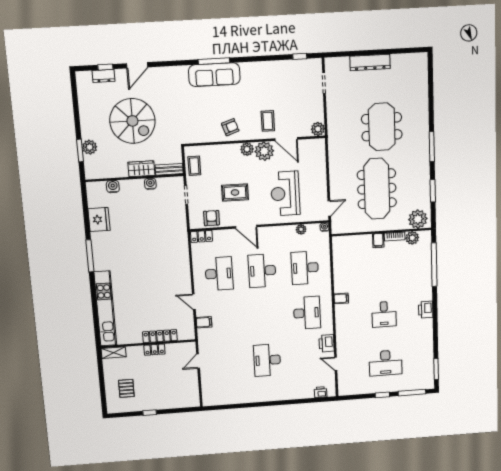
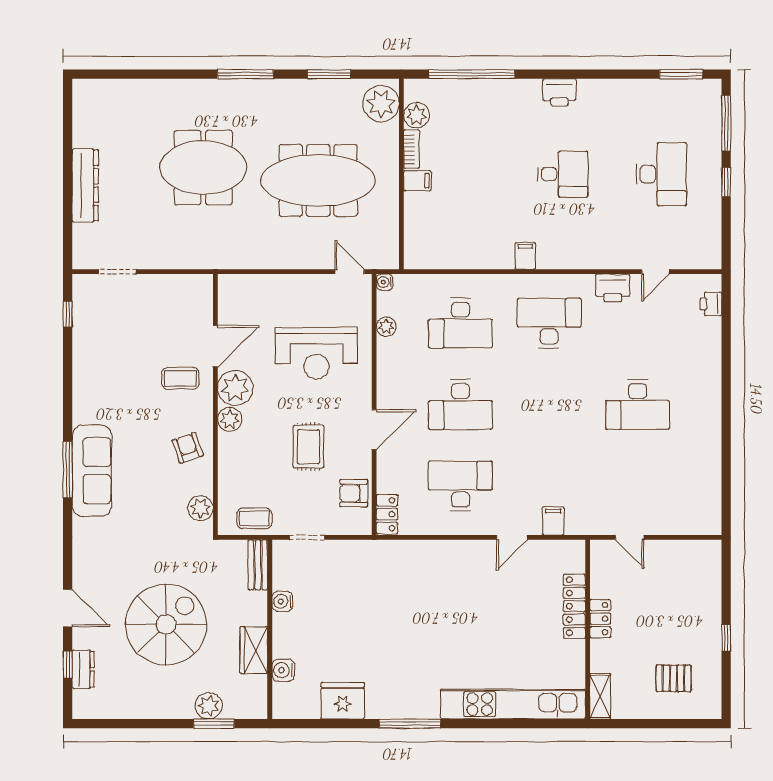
plant: (318, 129) -> (200, 508), moved
wardrobe: (141, 169) -> (254, 650), moved

